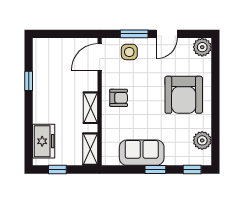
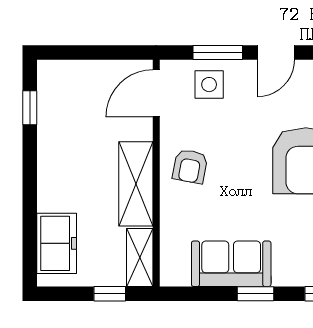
window: (29, 81) -> (30, 108), moved
armchair: (119, 98) -> (190, 166), turned 101
shelving: (91, 108) -> (136, 184), width x1.50, depth x1.33
window: (57, 169) -> (110, 294), moved

